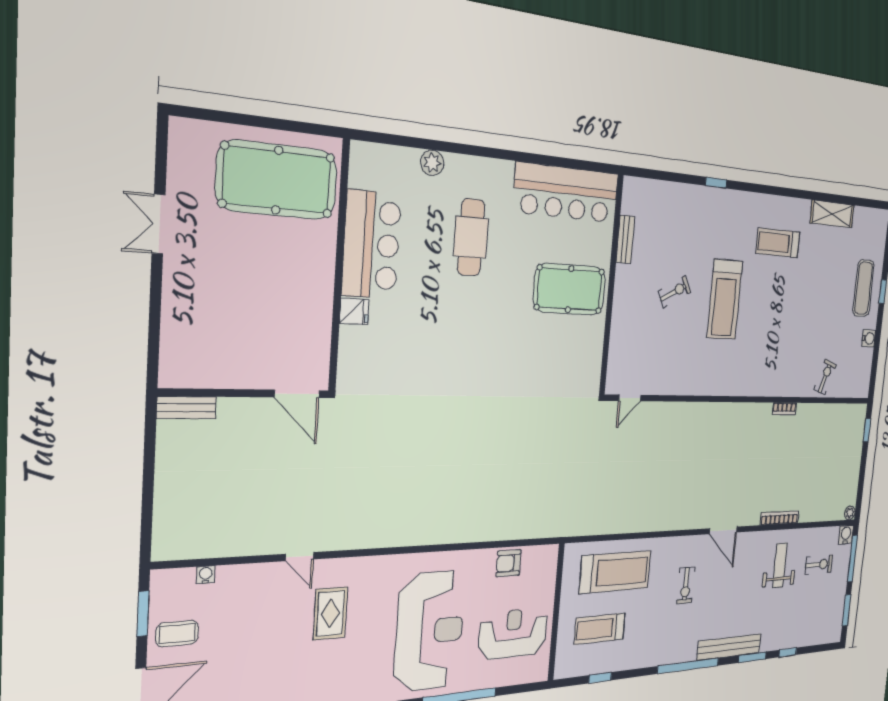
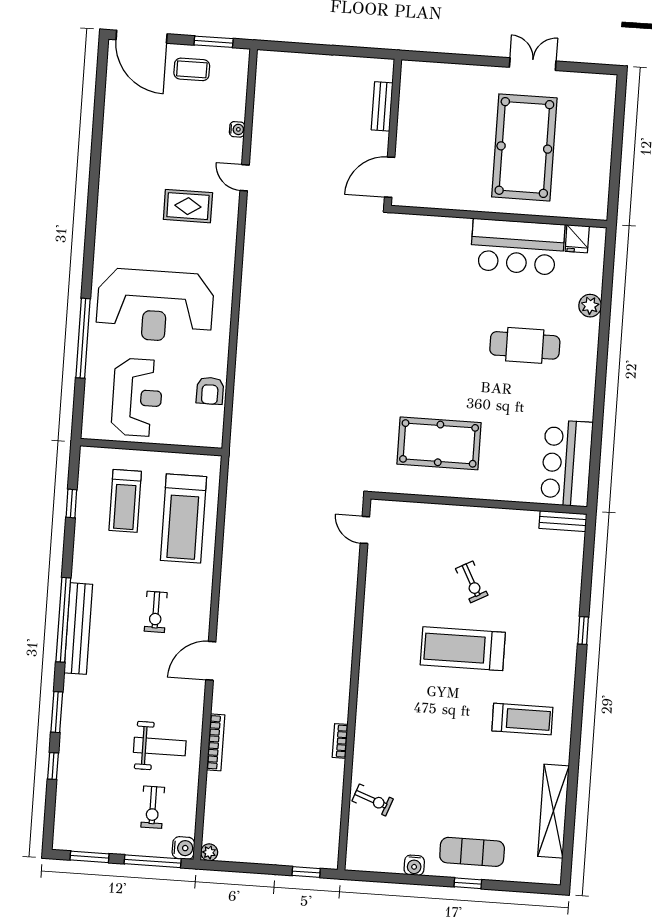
pool table: (277, 180) -> (524, 147), moved
bar counter: (566, 193) -> (567, 463), width x0.73
shelving: (832, 214) -> (553, 811), width x1.47
bench: (625, 239) -> (563, 521), moved
treadmill: (778, 243) -> (522, 719), turned 90
pool table: (570, 289) -> (439, 443), moved, turned 90
fridge: (354, 311) -> (577, 239), moved
bench: (186, 408) -> (382, 106), moved
door: (300, 557) -> (245, 178), hinge flipped
armchair: (509, 563) -> (210, 391), turned 180
water cooler: (206, 575) -> (237, 129), moved
exercise bike: (686, 585) -> (156, 612), turned -90
treadmill: (600, 629) -> (125, 501), turned 180
coffee table: (177, 634) -> (192, 69), turned 90
bench: (729, 647) -> (78, 629), moved

